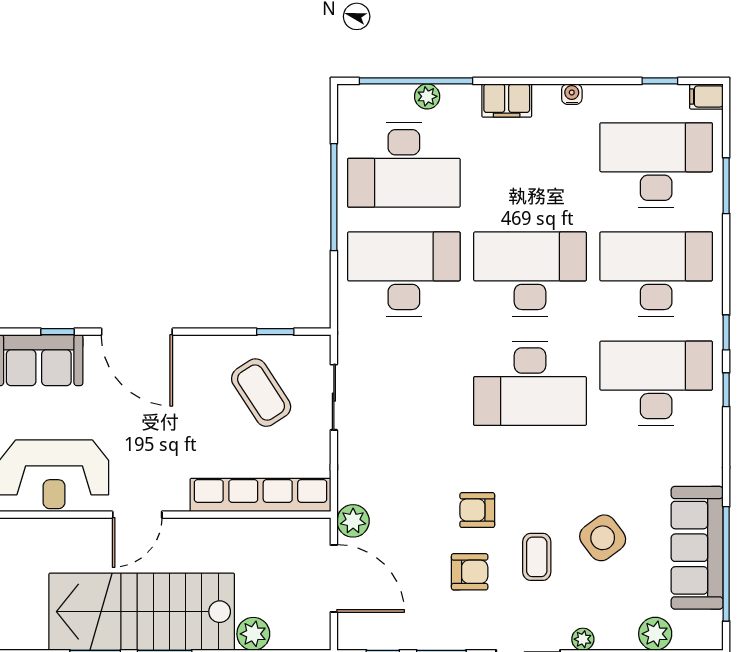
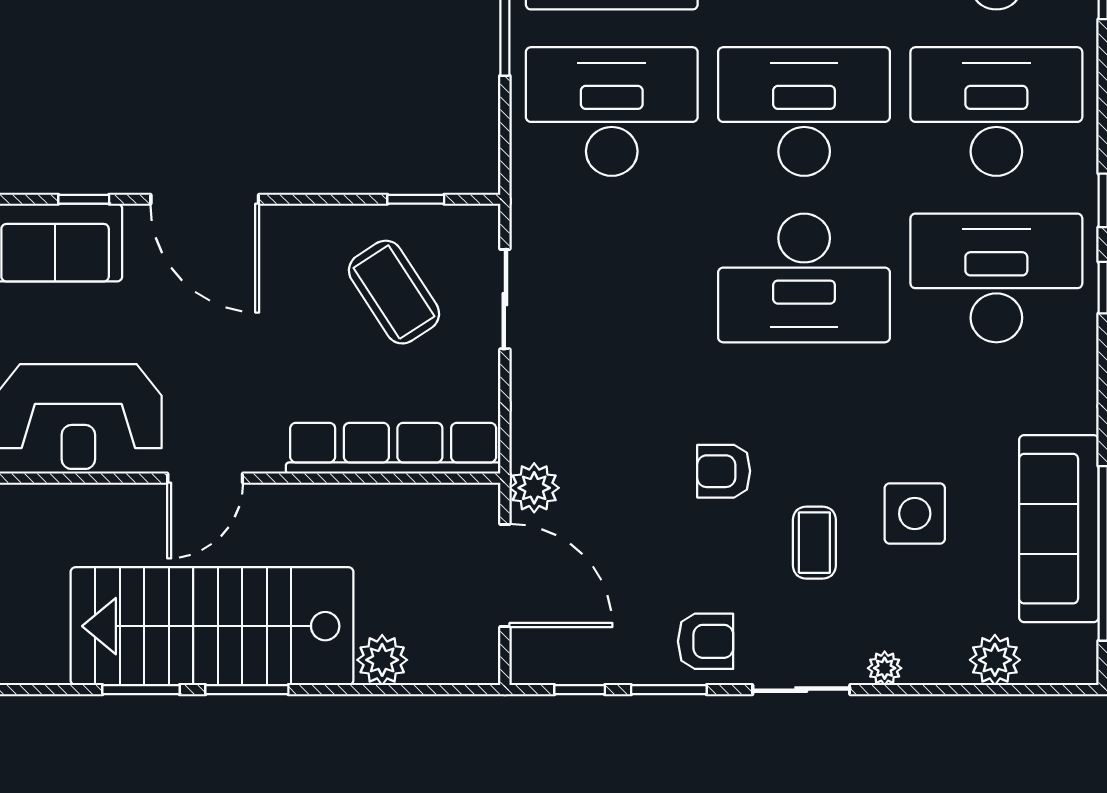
side table: (603, 538) -> (915, 514), turned 37
armchair: (470, 572) -> (706, 641), moved

